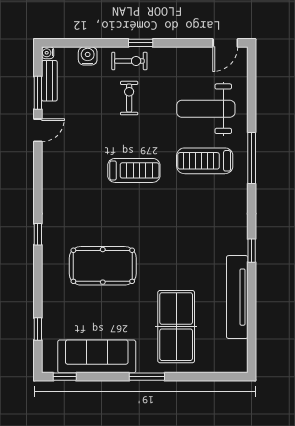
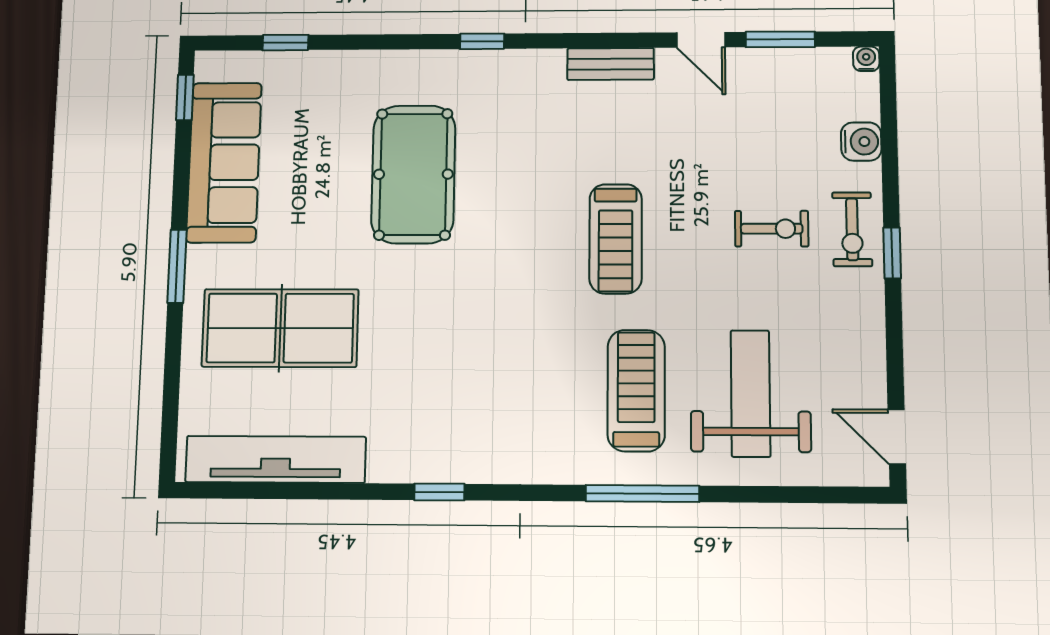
bench: (49, 81) -> (611, 64), moved
tv unit: (237, 297) -> (276, 459), moved

